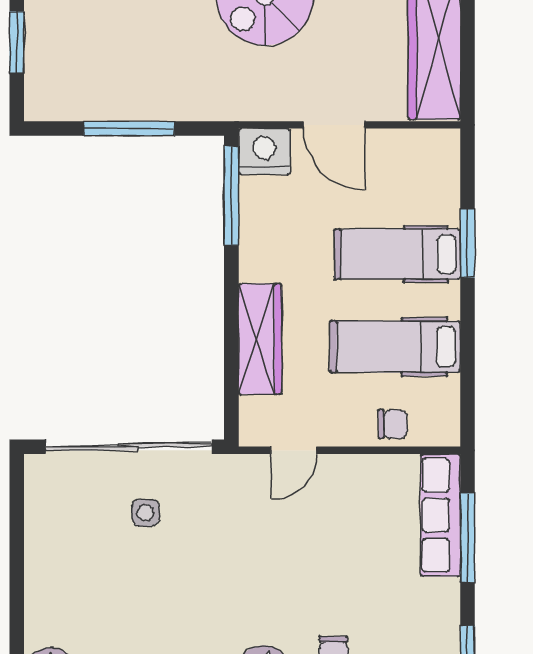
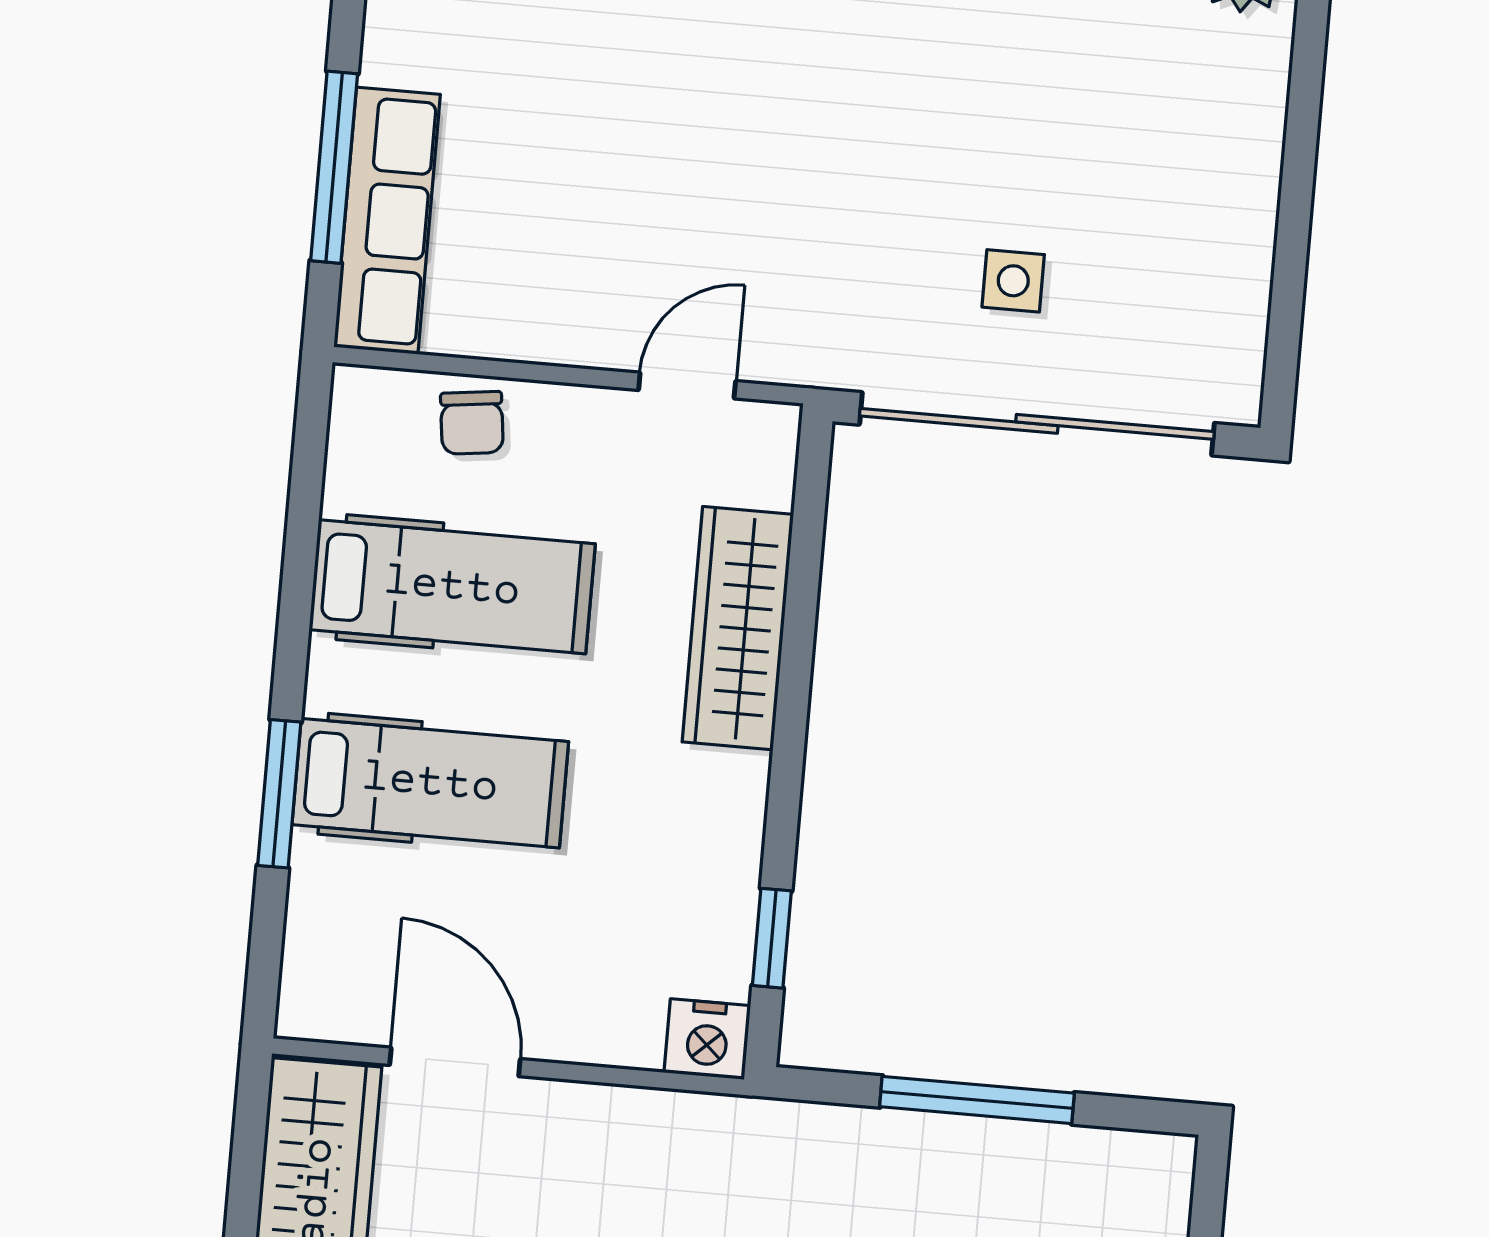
door: (334, 125) -> (455, 1062), moved
nightstand: (264, 152) -> (707, 1039), width x0.74, depth x0.75
window: (231, 196) -> (772, 938), width x0.46
chair: (393, 424) -> (472, 423), turned -97

